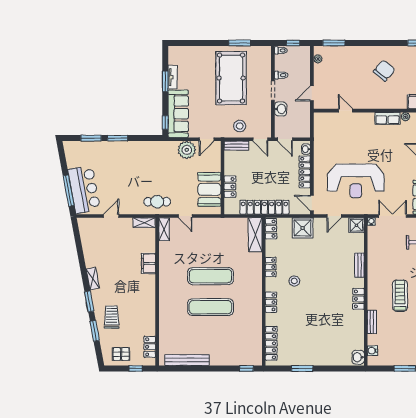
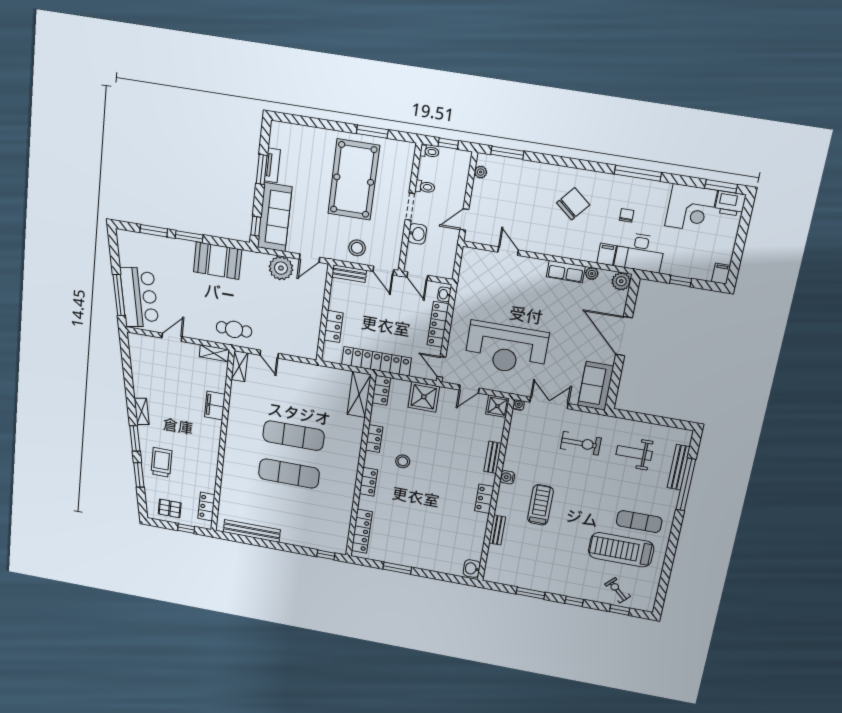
booth: (209, 189) -> (218, 261), moved, turned 90
water cooler: (372, 351) -> (507, 477), moved

